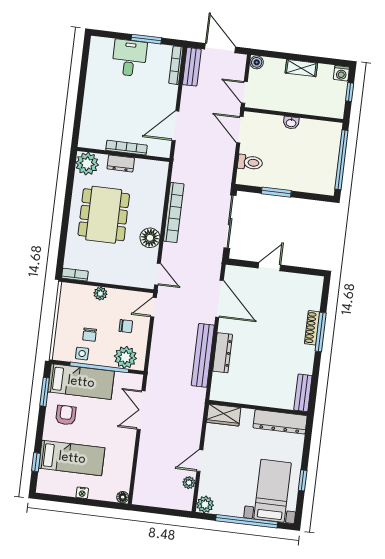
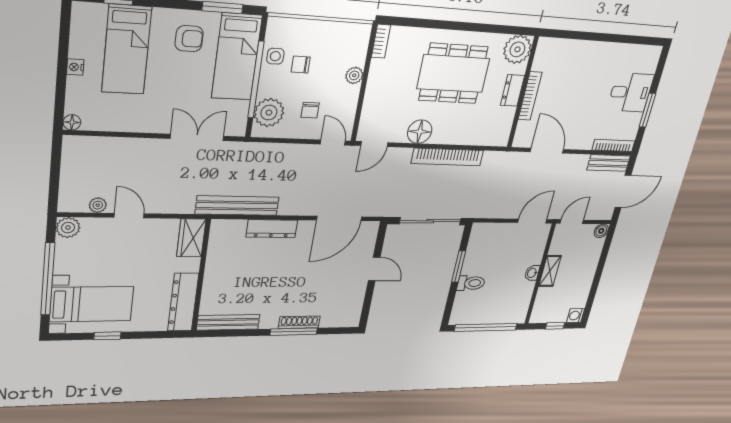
shelving: (301, 68) -> (550, 271), moved
toilet: (250, 162) -> (471, 283), moved, turned -90
bench: (203, 355) -> (237, 206), moved
bench: (303, 393) -> (228, 322), width x1.36

